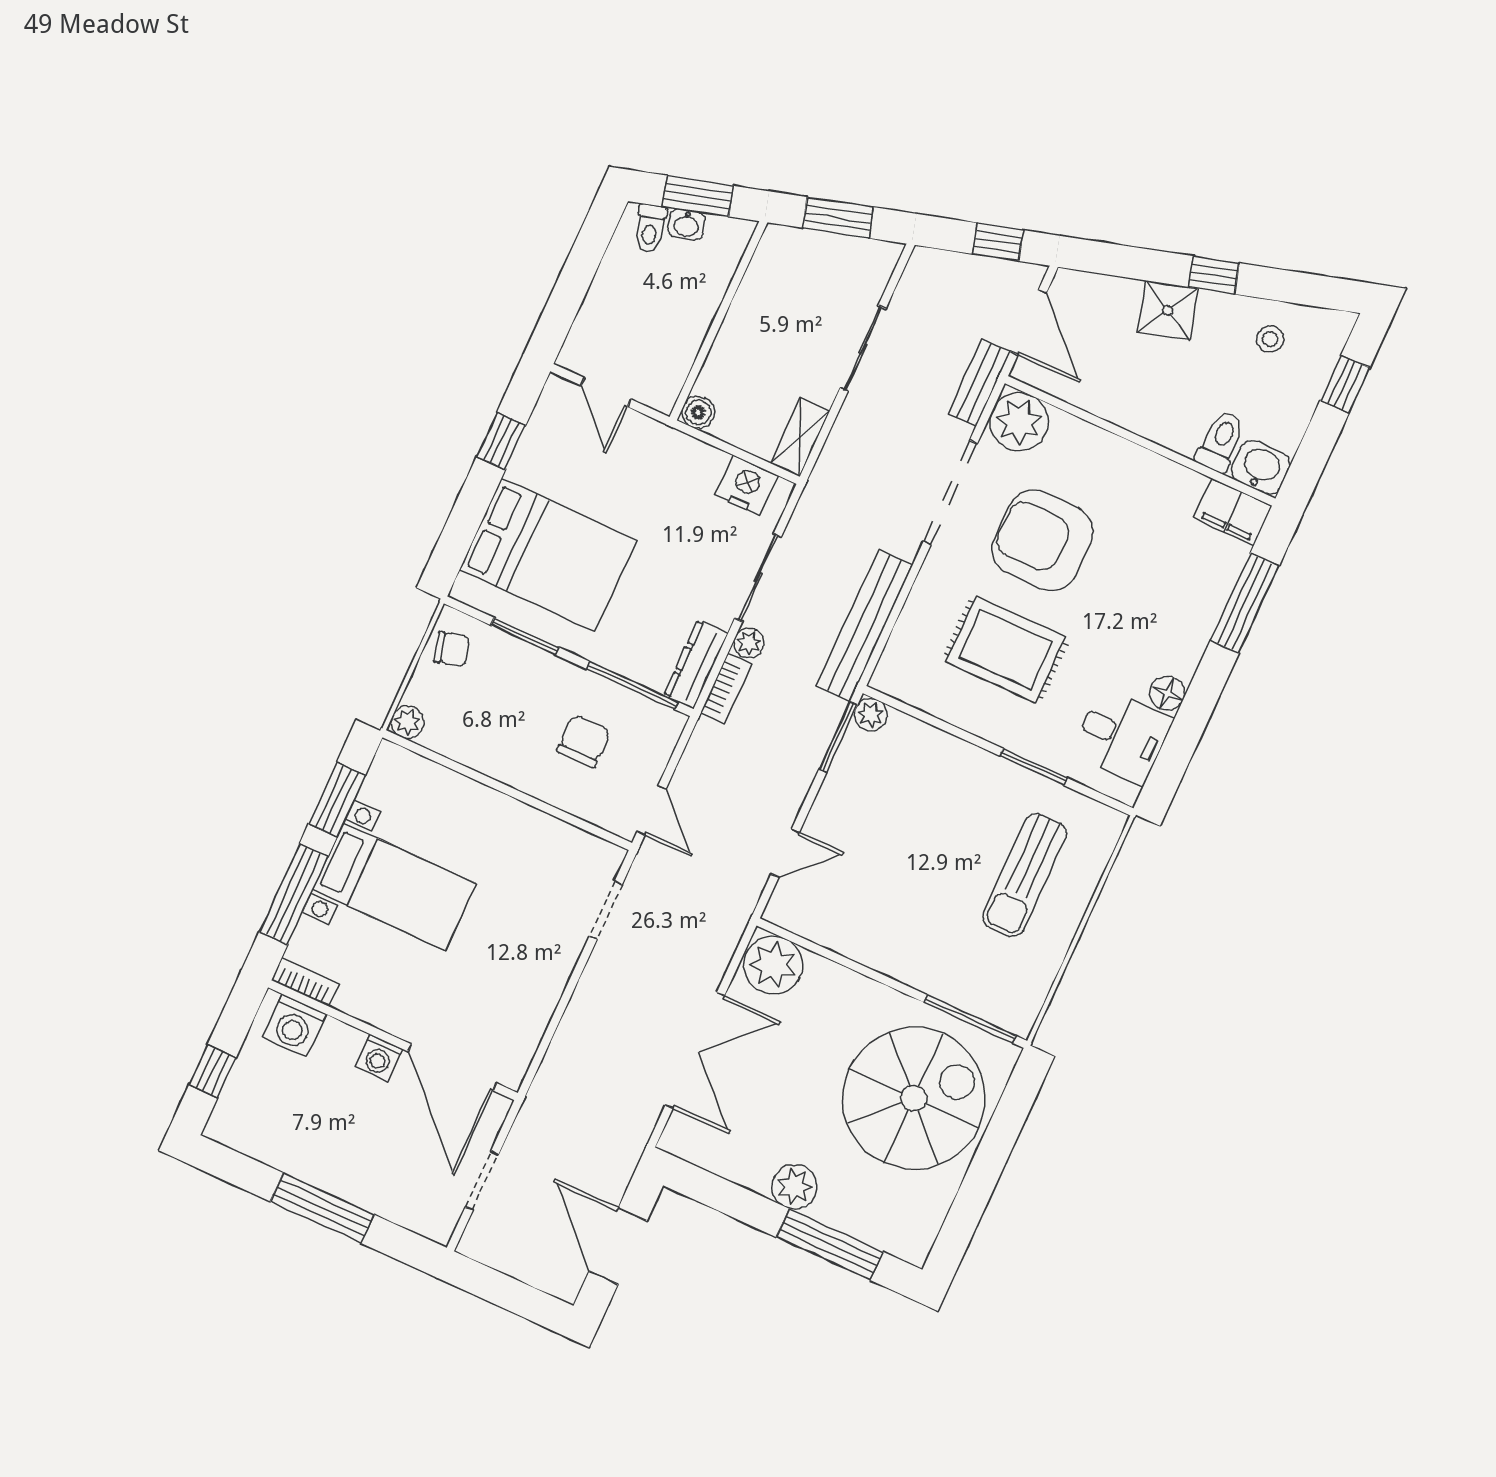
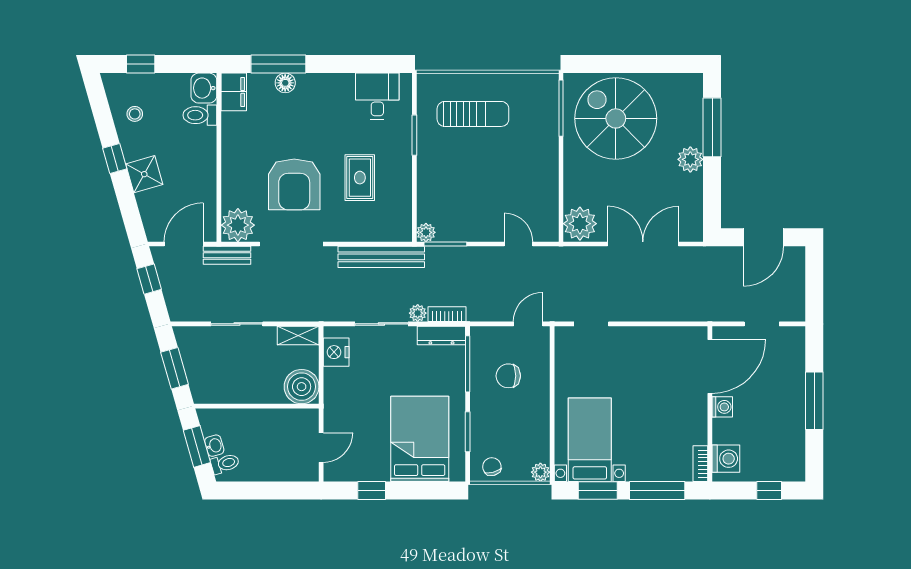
boiler: (698, 412) -> (302, 387), width x1.86, depth x1.86
rug: (1006, 650) -> (360, 178), width x0.73, depth x0.70
floor lamp: (1167, 693) -> (285, 83), moved
bed with nightstands: (394, 887) -> (590, 440), moved

